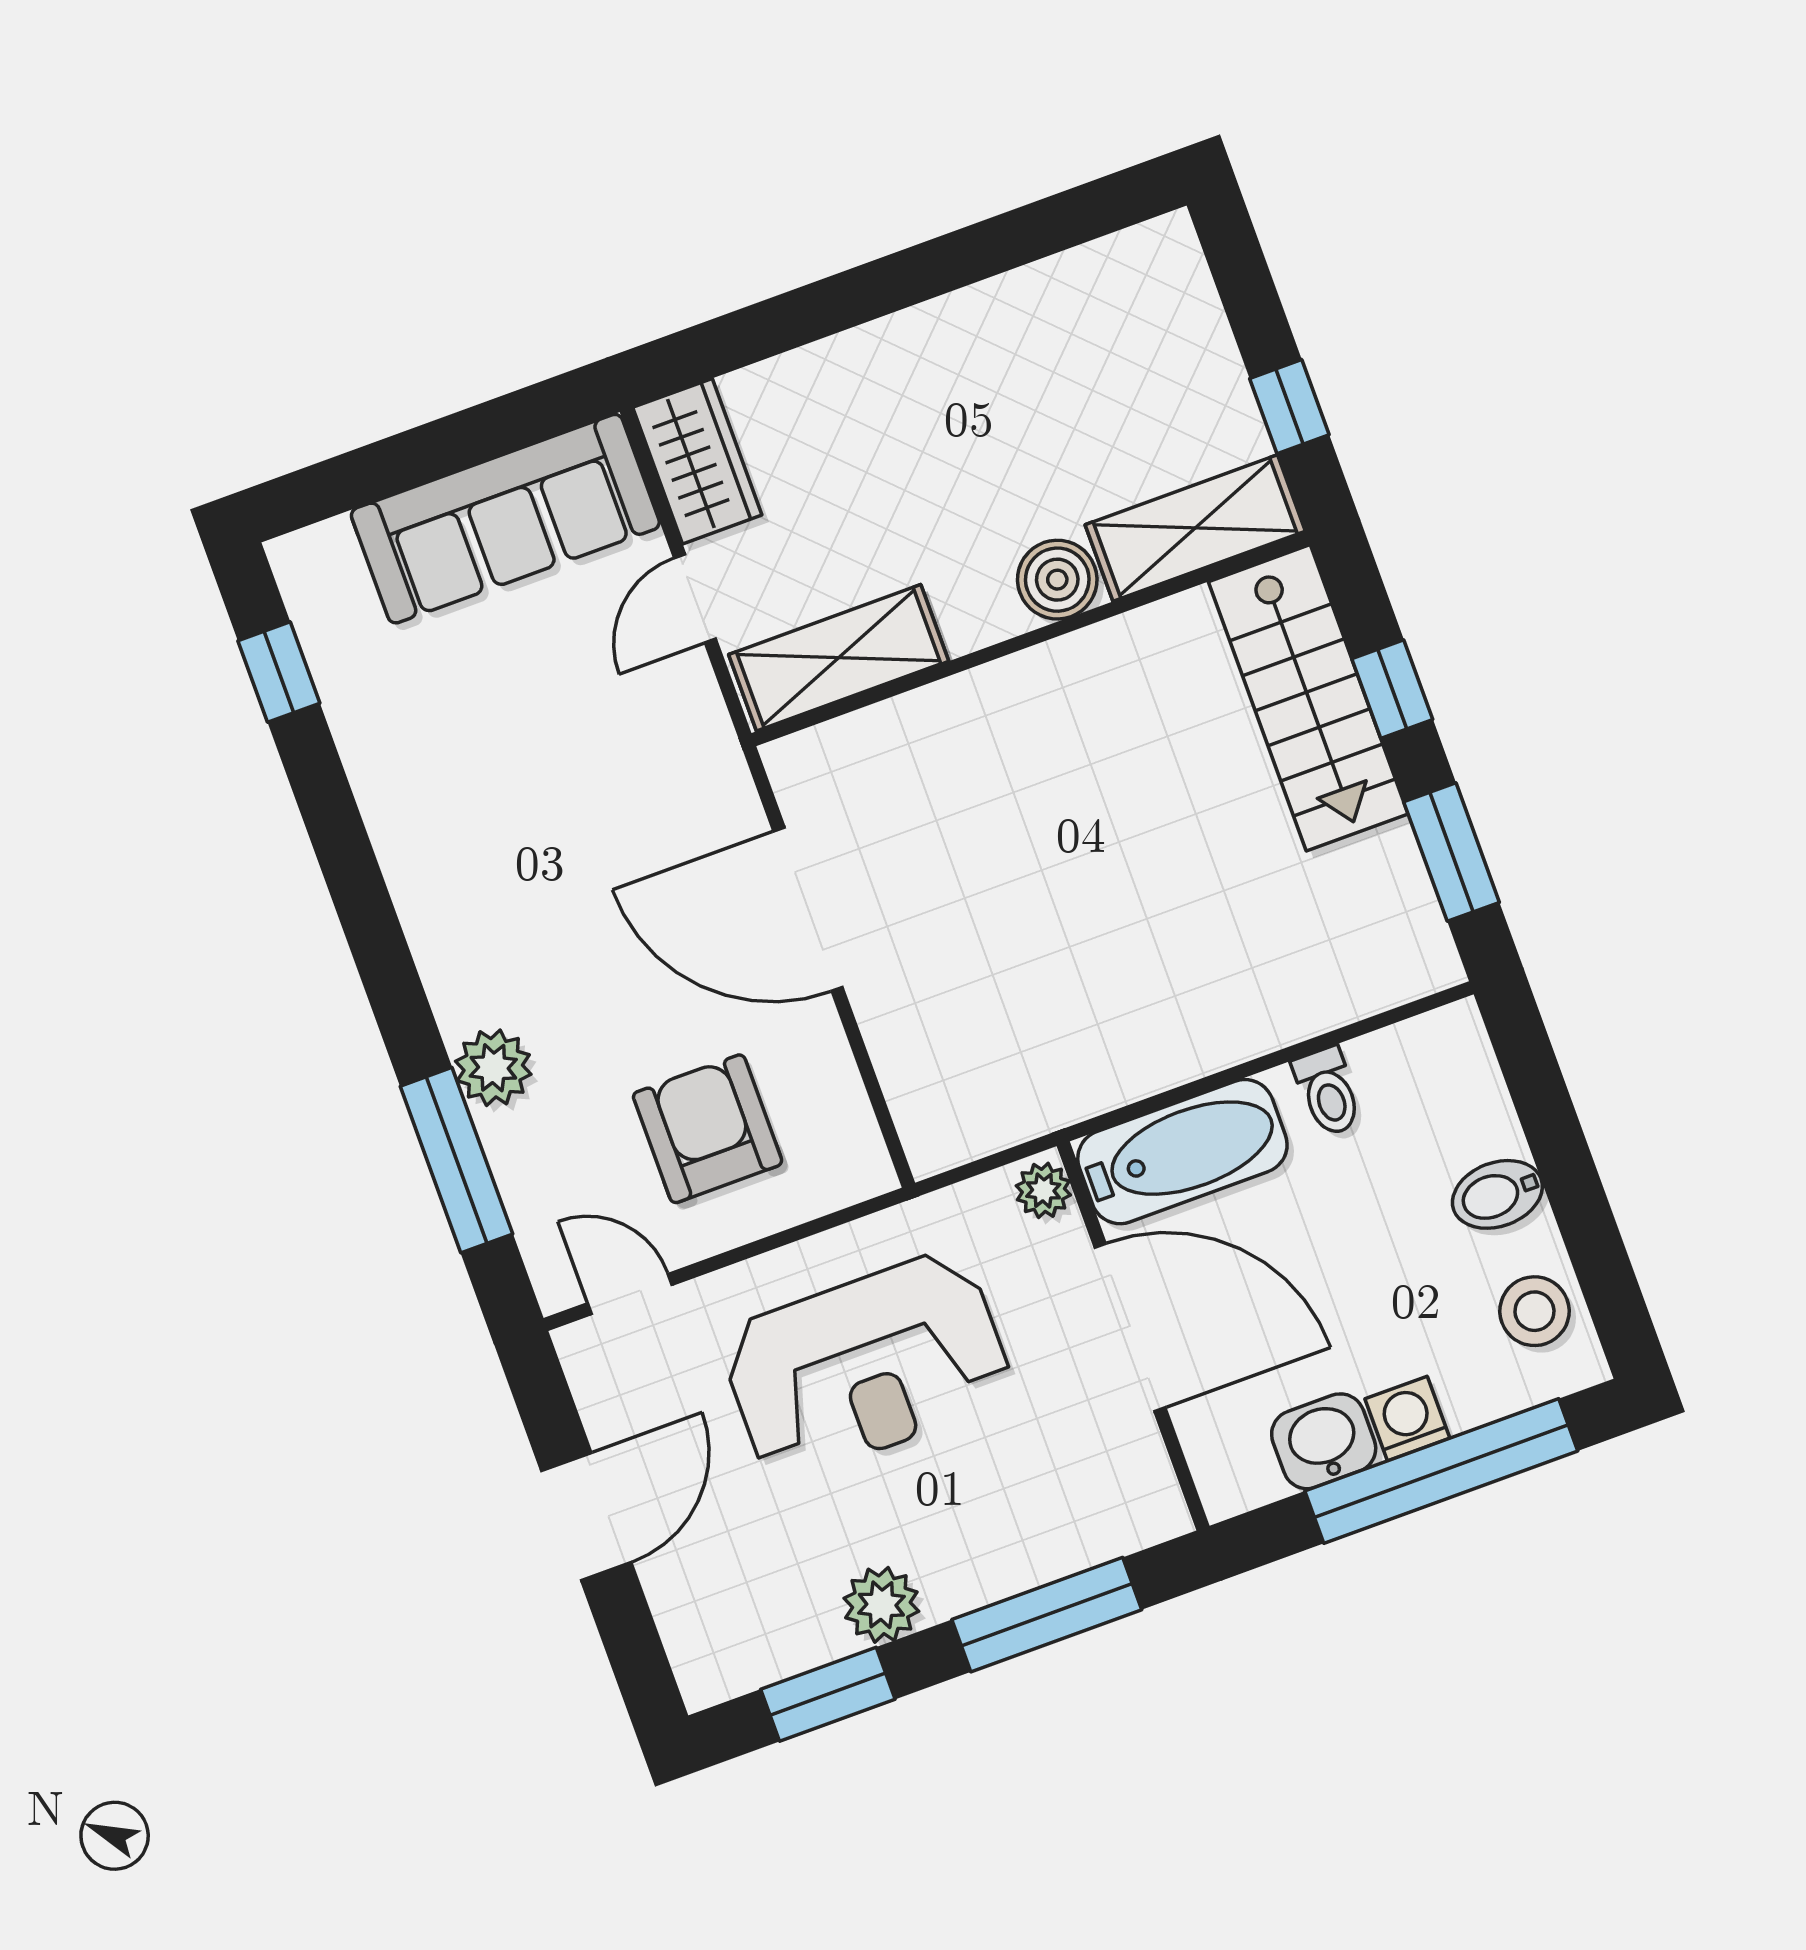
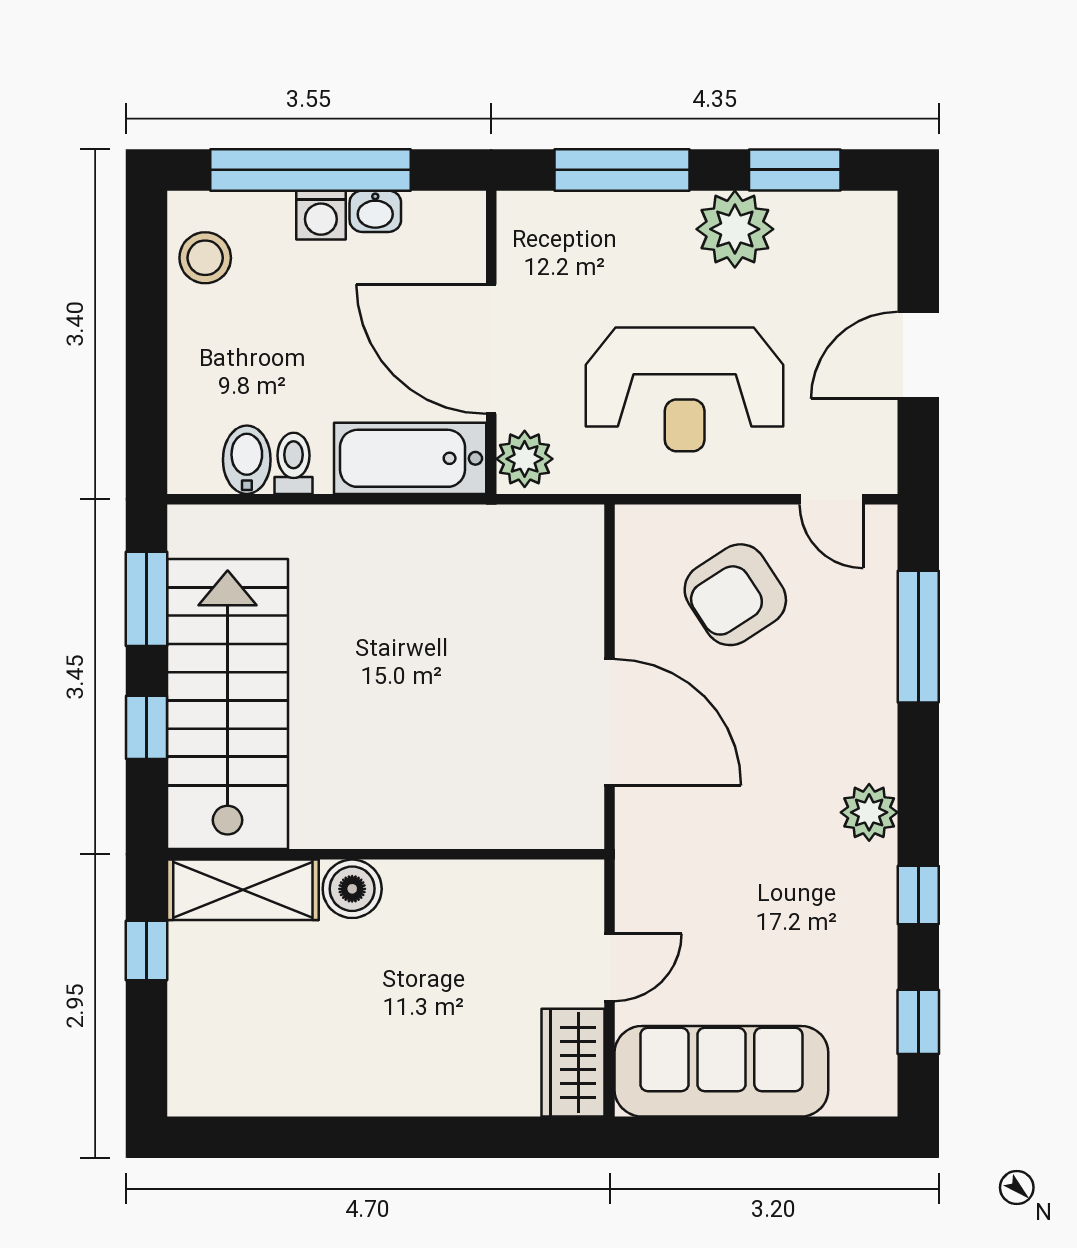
shelving: (839, 658) -> (524, 890), removed
stairs: (1308, 698) -> (228, 704), width x1.36, depth x1.51
window: (337, 833) -> (918, 895), added
plant: (493, 1068) -> (869, 812), moved
armchair: (708, 1129) -> (735, 595), turned 57
plant: (1043, 1190) -> (525, 459), width x1.38, depth x1.38
bidet: (1497, 1194) -> (247, 460), moved, turned -90
reception desk: (866, 1366) -> (685, 389), turned 180
washbasin: (1324, 1441) -> (375, 211), width x0.72, depth x0.69
plant: (881, 1605) -> (735, 229), width x1.36, depth x1.36

